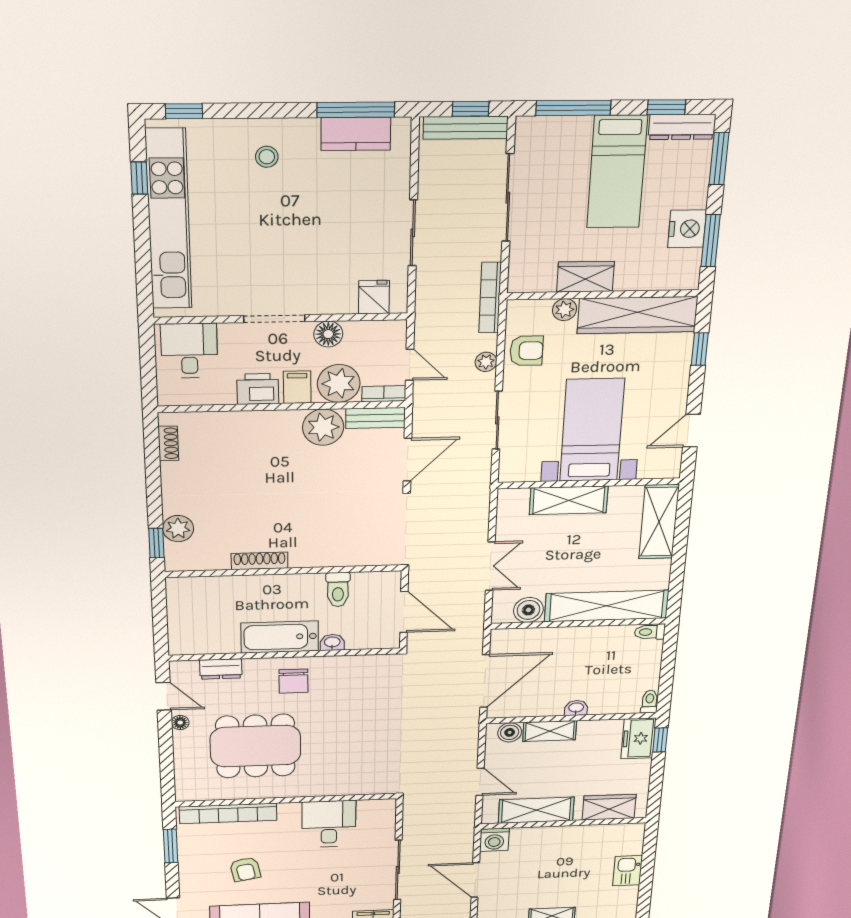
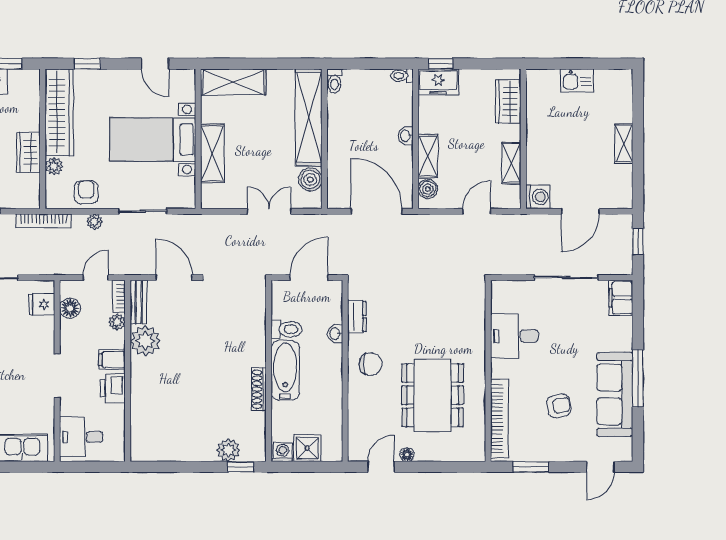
floor lamp: (328, 334) -> (70, 308), moved
plant: (339, 383) -> (117, 322), width x0.53, depth x0.53
shoe rack: (168, 443) -> (156, 455), removed
washing machine: (178, 590) -> (283, 452), added
shower: (184, 617) -> (307, 448), added
bathtub: (280, 637) -> (285, 370), moved, turned 180
dresser: (221, 669) -> (357, 317), moved
shelving: (536, 810) -> (511, 163), width x0.67, depth x0.75

